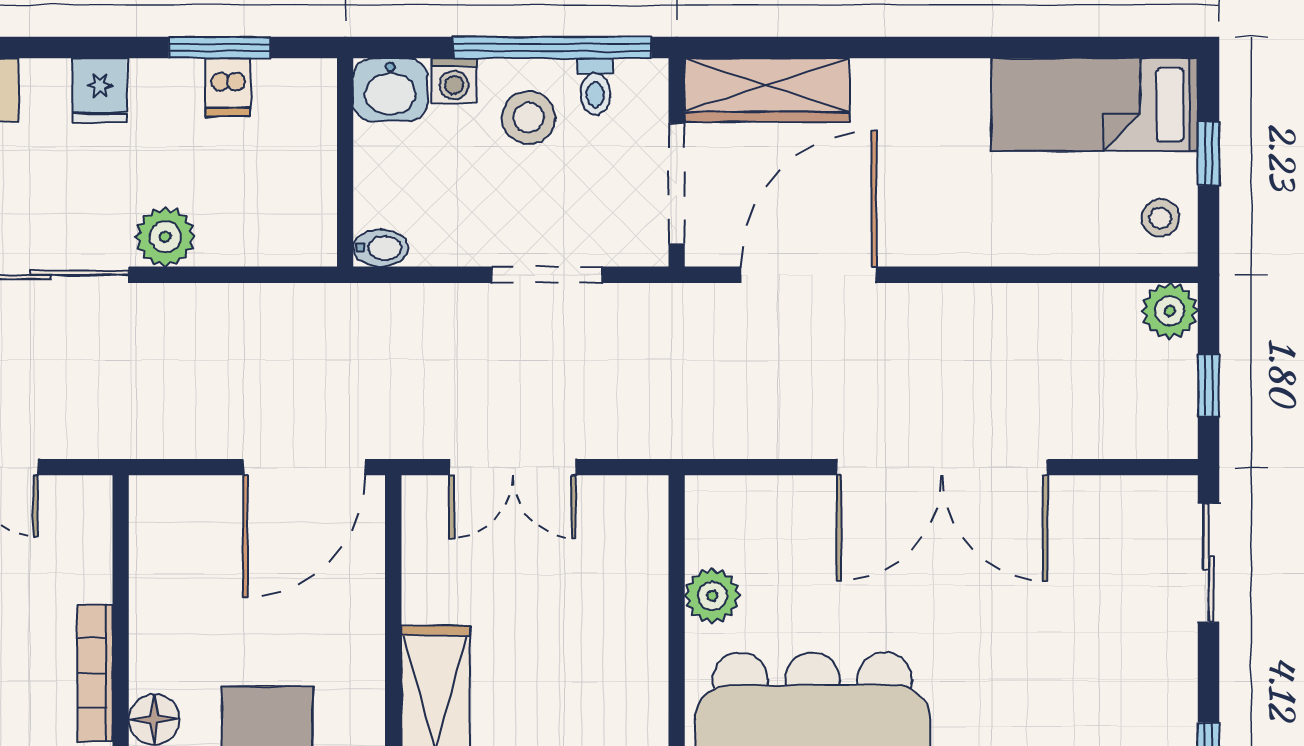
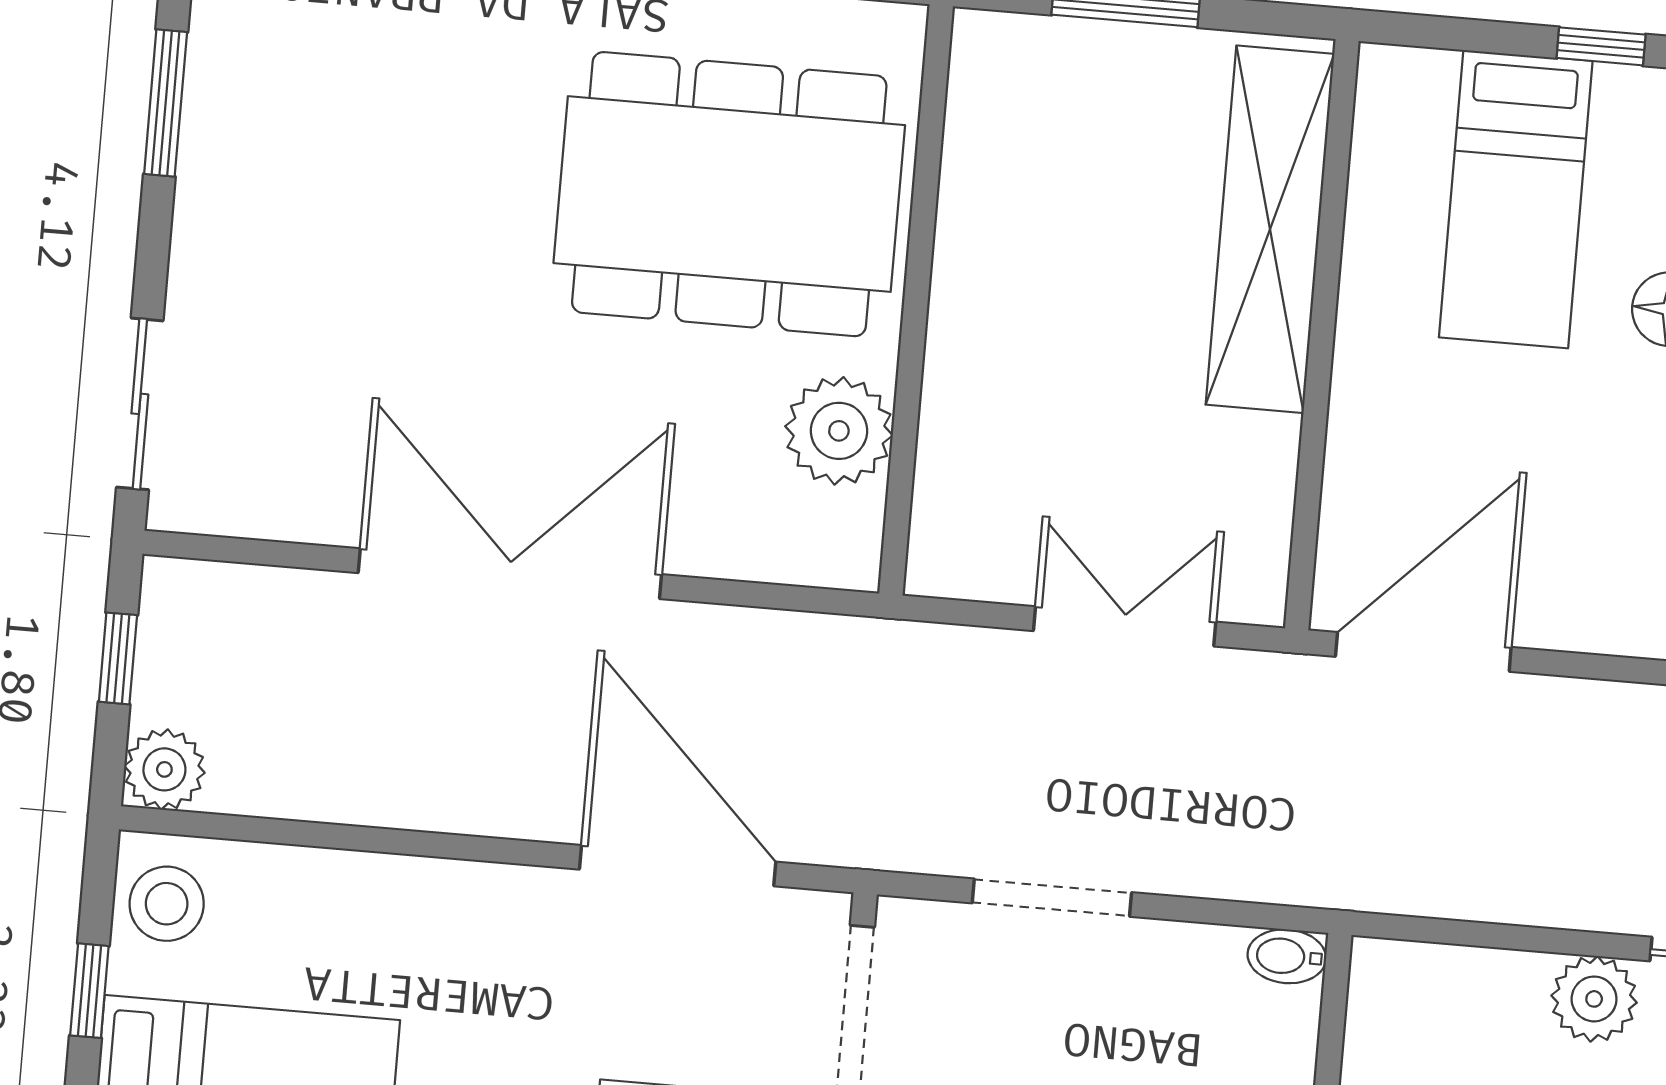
stool: (1160, 218) -> (167, 904), width x1.37, depth x1.37
door: (808, 275) -> (678, 866), swing flipped
plant: (712, 596) -> (839, 431), width x1.36, depth x1.36

